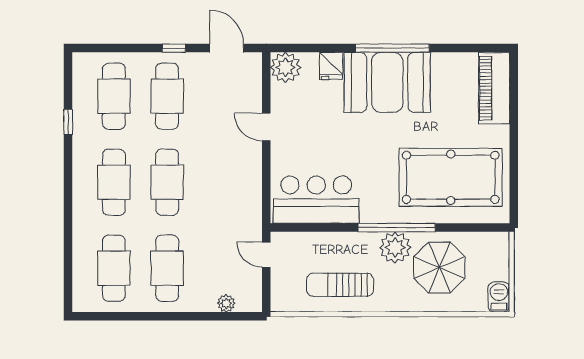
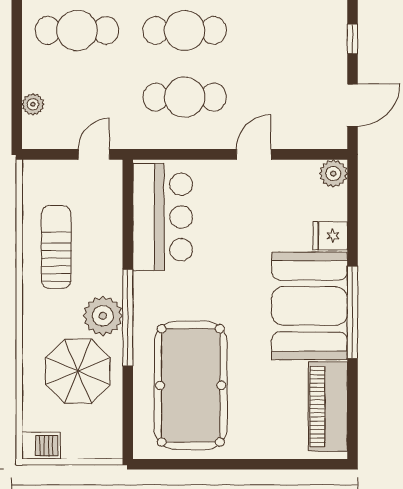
plant: (285, 67) -> (333, 174), width x0.73, depth x0.73
piano: (494, 88) -> (328, 407), moved, turned -90
cafe table: (167, 96) -> (185, 97), moved

